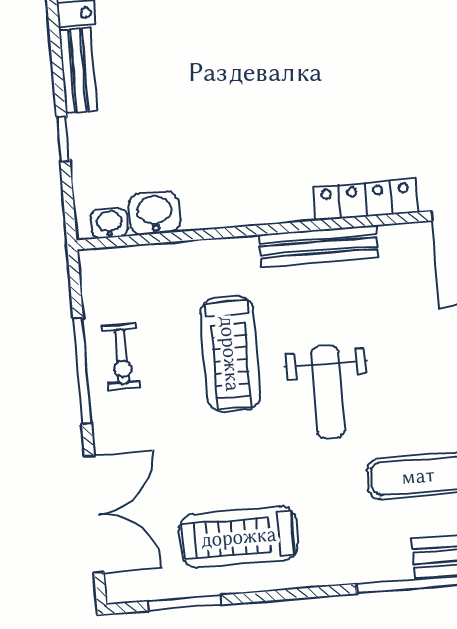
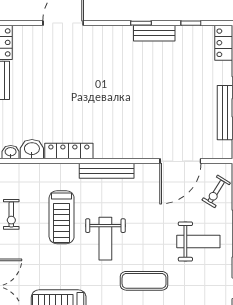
locker: (365, 200) -> (69, 151), moved

